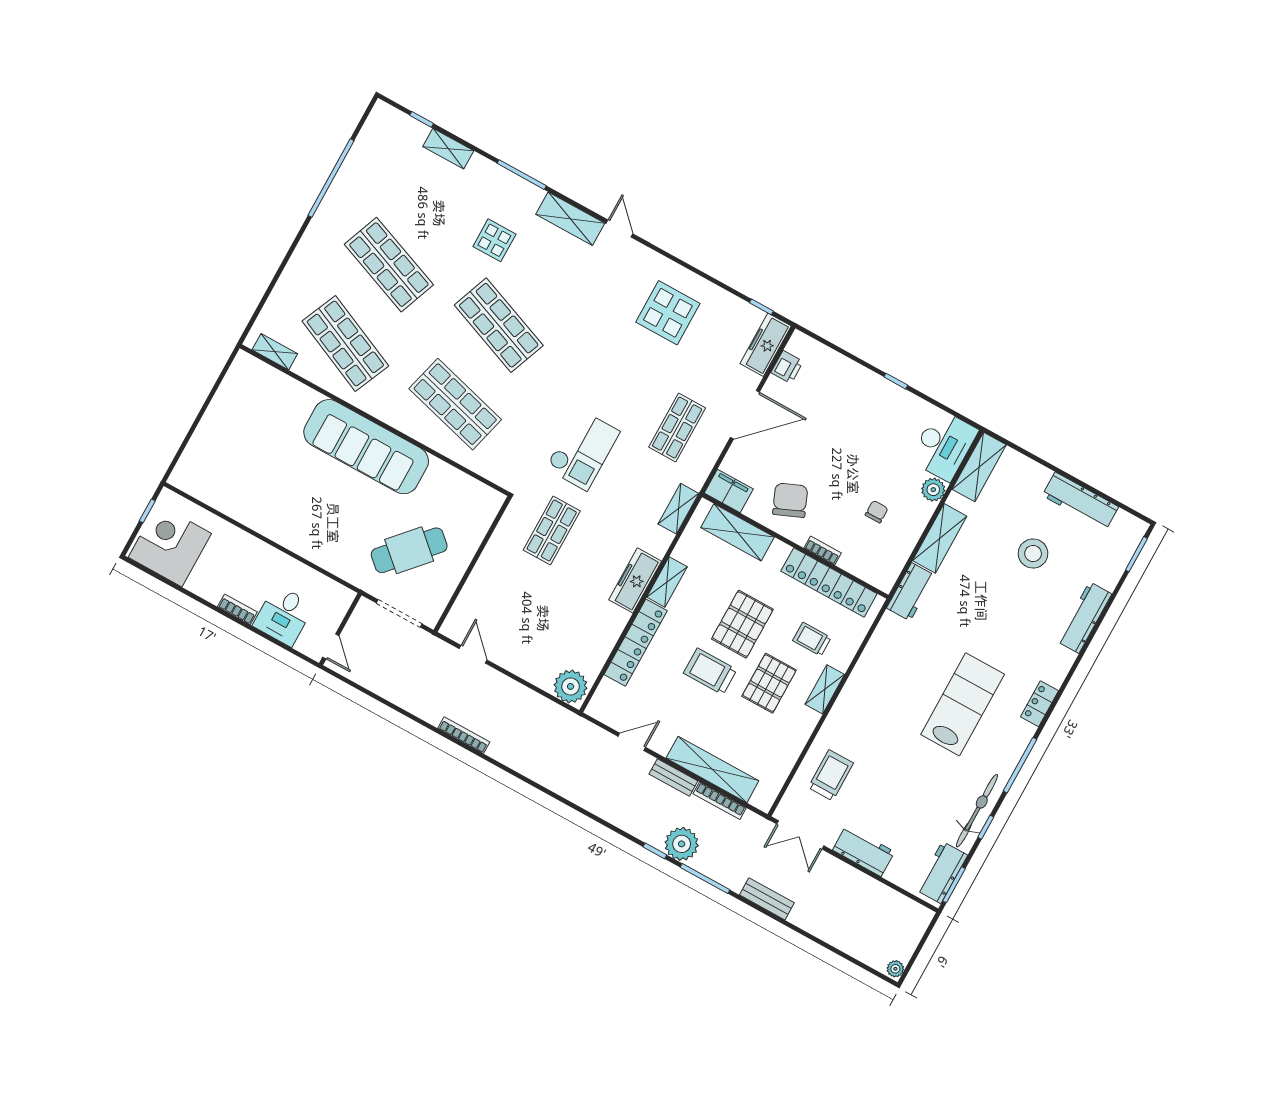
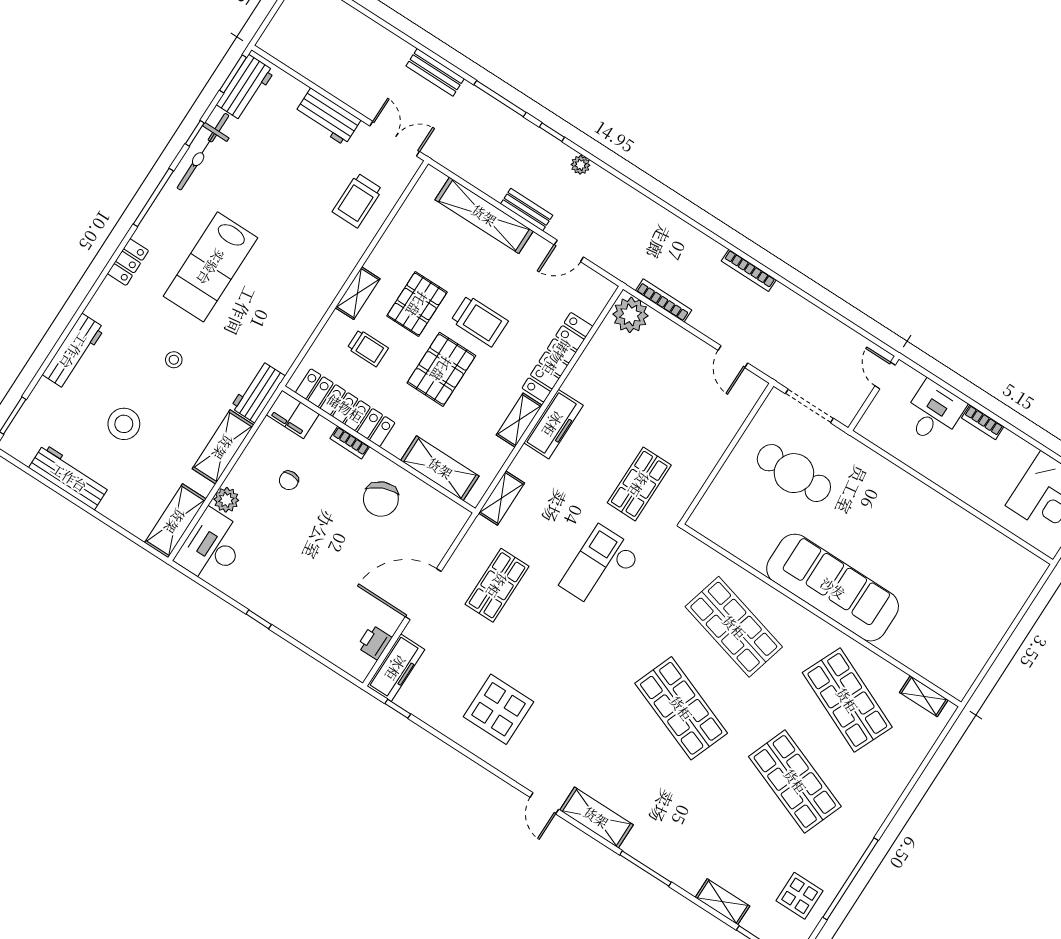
display table: (494, 240) -> (800, 896), moved
filing cabinet: (729, 491) -> (293, 414), moved
cafe table: (409, 550) -> (794, 473), turned 48
stool: (991, 616) -> (174, 360), added
bookcase: (720, 801) -> (664, 300), moved
plant: (682, 844) -> (581, 165), moved, width x0.53, depth x0.53

